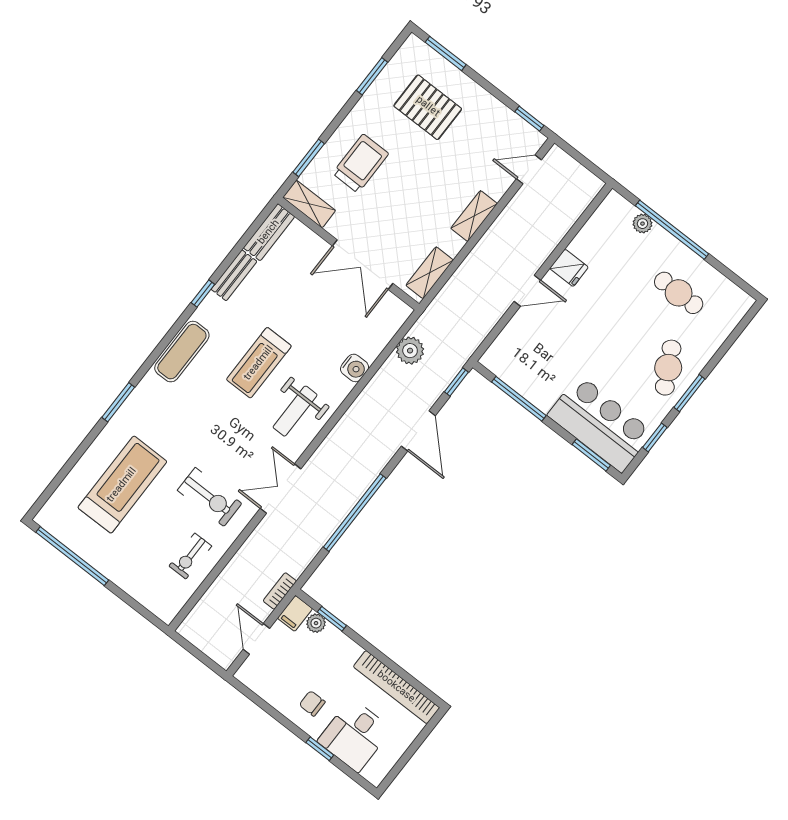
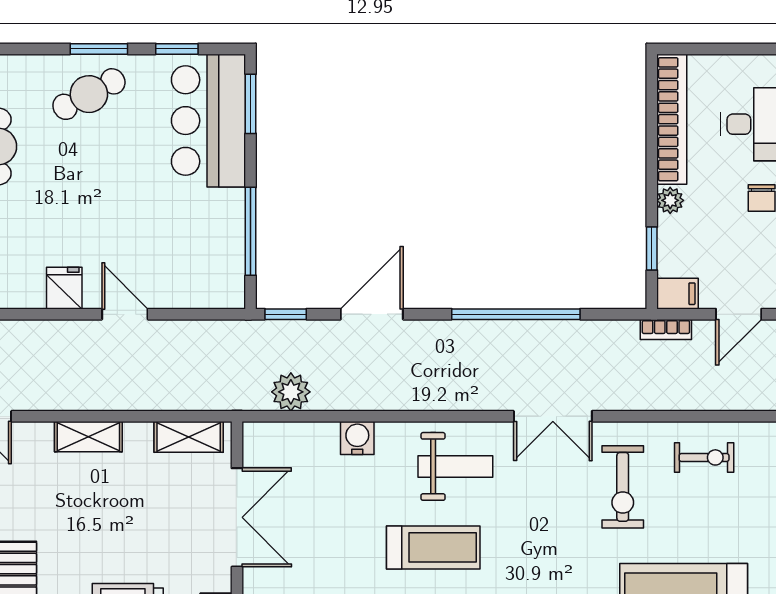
exercise bike: (210, 497) -> (623, 487), turned 180
plant: (316, 623) -> (670, 200), moved

